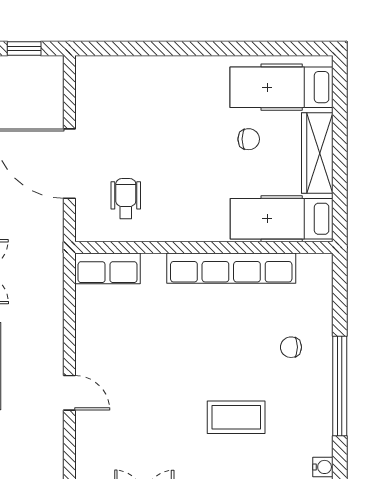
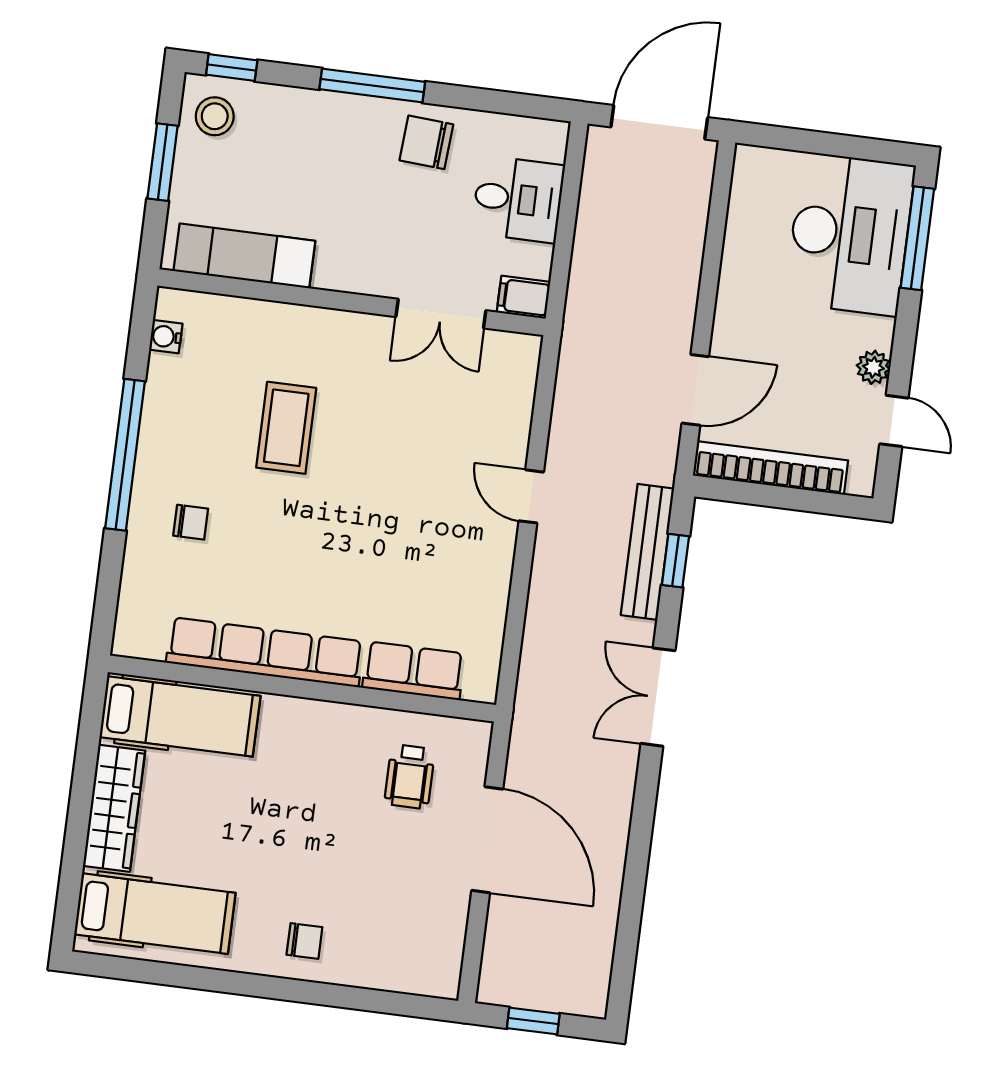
chair: (249, 139) -> (304, 941), moved, turned 180
row of seats: (108, 268) -> (414, 671), moved
coffee table: (236, 417) -> (286, 428), turned 90

